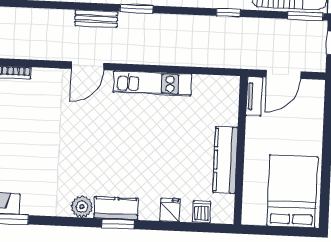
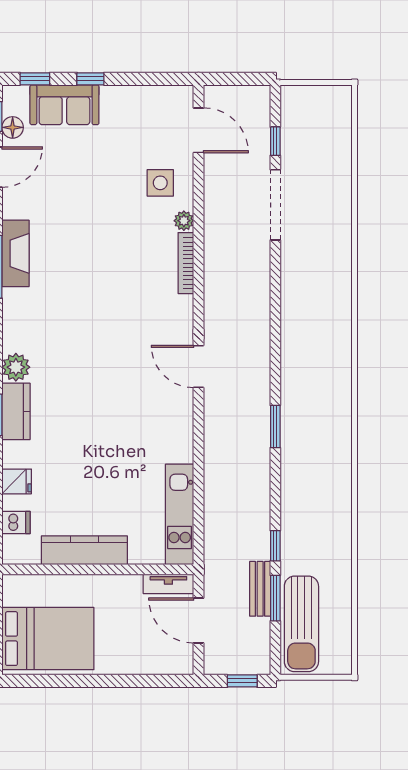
window: (305, 16) -> (275, 598), moved
bench: (96, 19) -> (260, 589), moved
kitchen unit: (152, 83) -> (180, 514), moved

